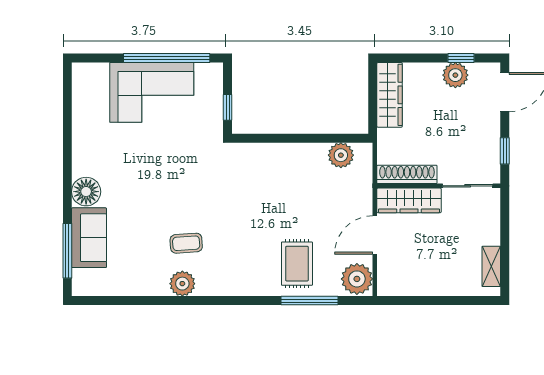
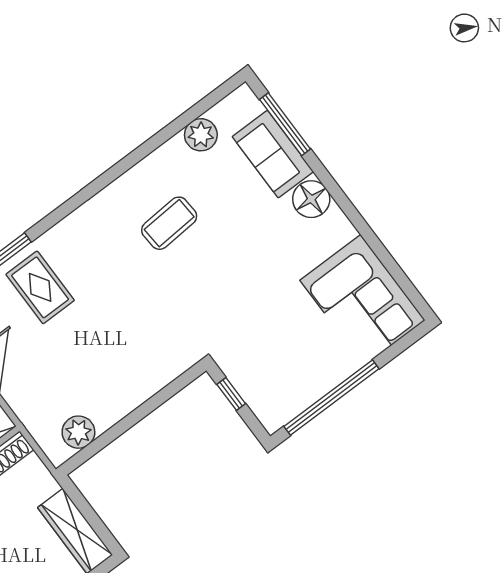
corner sofa: (152, 92) -> (362, 300), moved, turned -90
coffee table: (186, 243) -> (169, 223), width x1.36, depth x1.30
plant: (182, 284) -> (201, 135), moved

